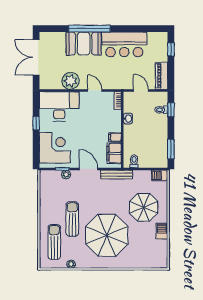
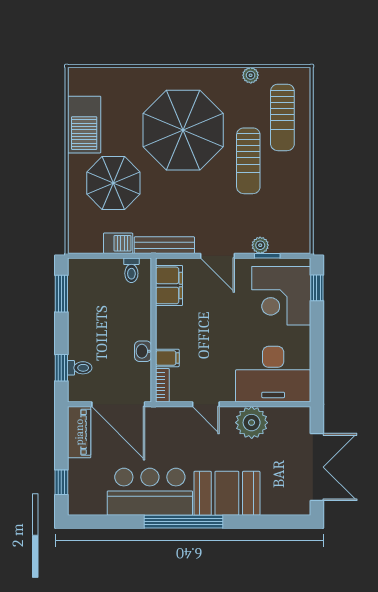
window: (89, 29) -> (183, 522), moved
door: (141, 90) -> (118, 404), width x1.88
window: (36, 123) -> (317, 288), moved
filing cabinet: (115, 137) -> (167, 358), moved
barbecue: (159, 175) -> (118, 243), moved
barbecue: (162, 231) -> (84, 125), width x1.88, depth x1.53

